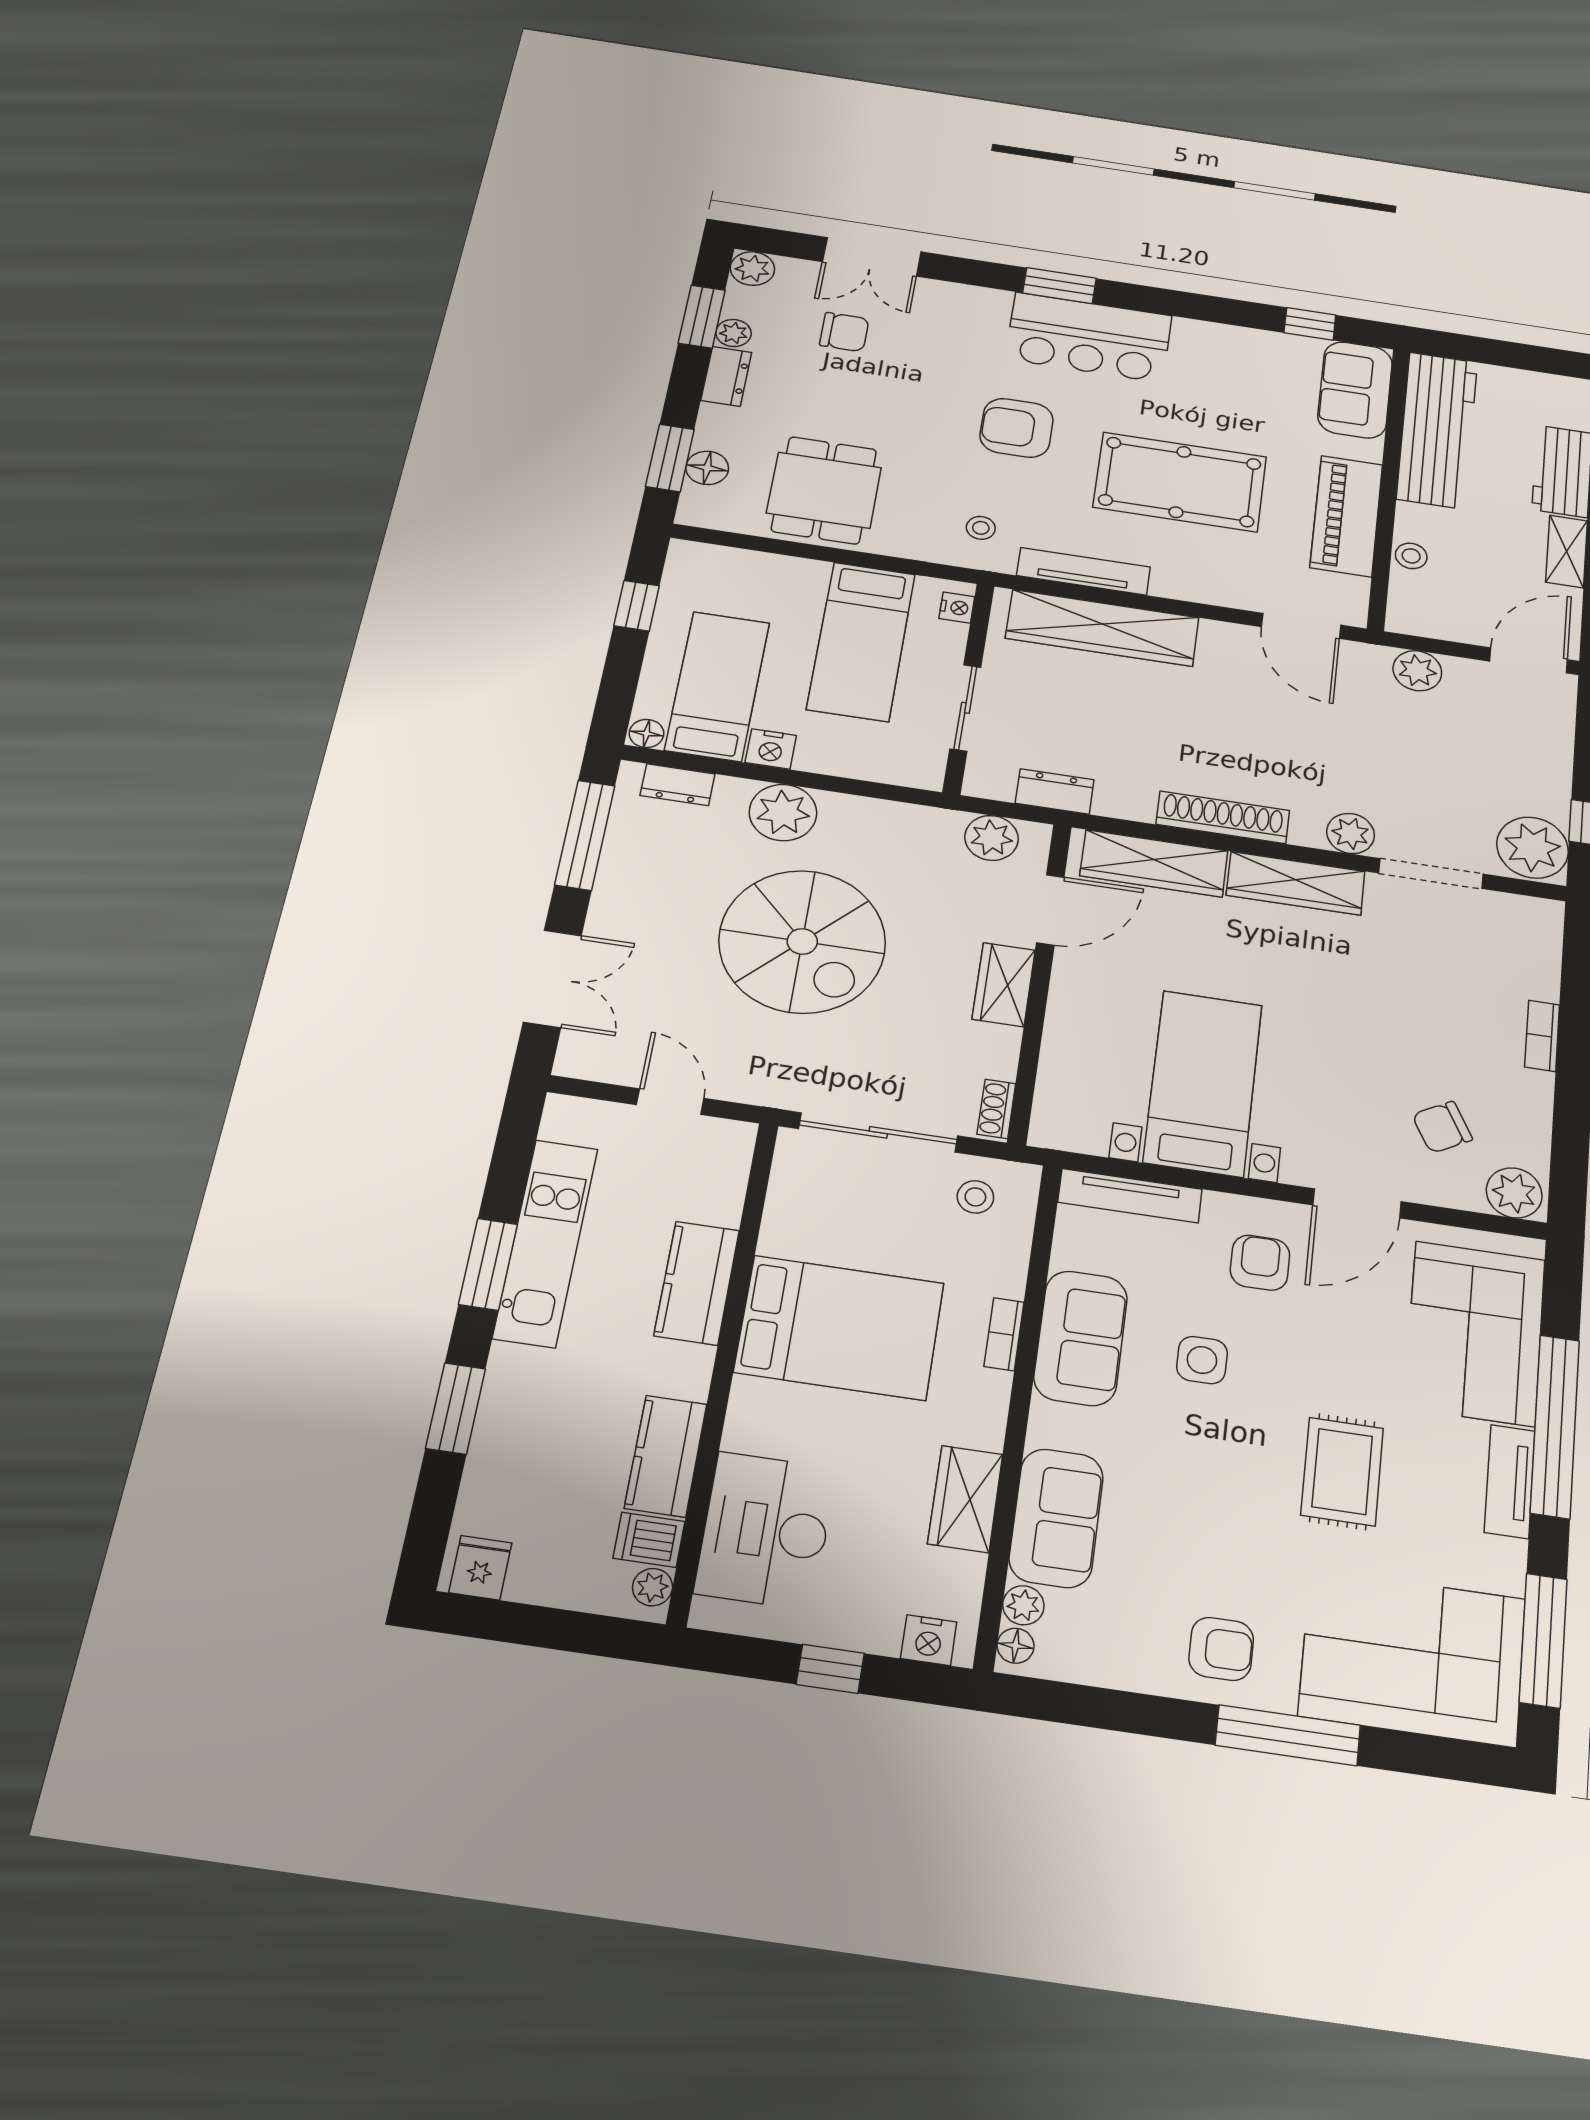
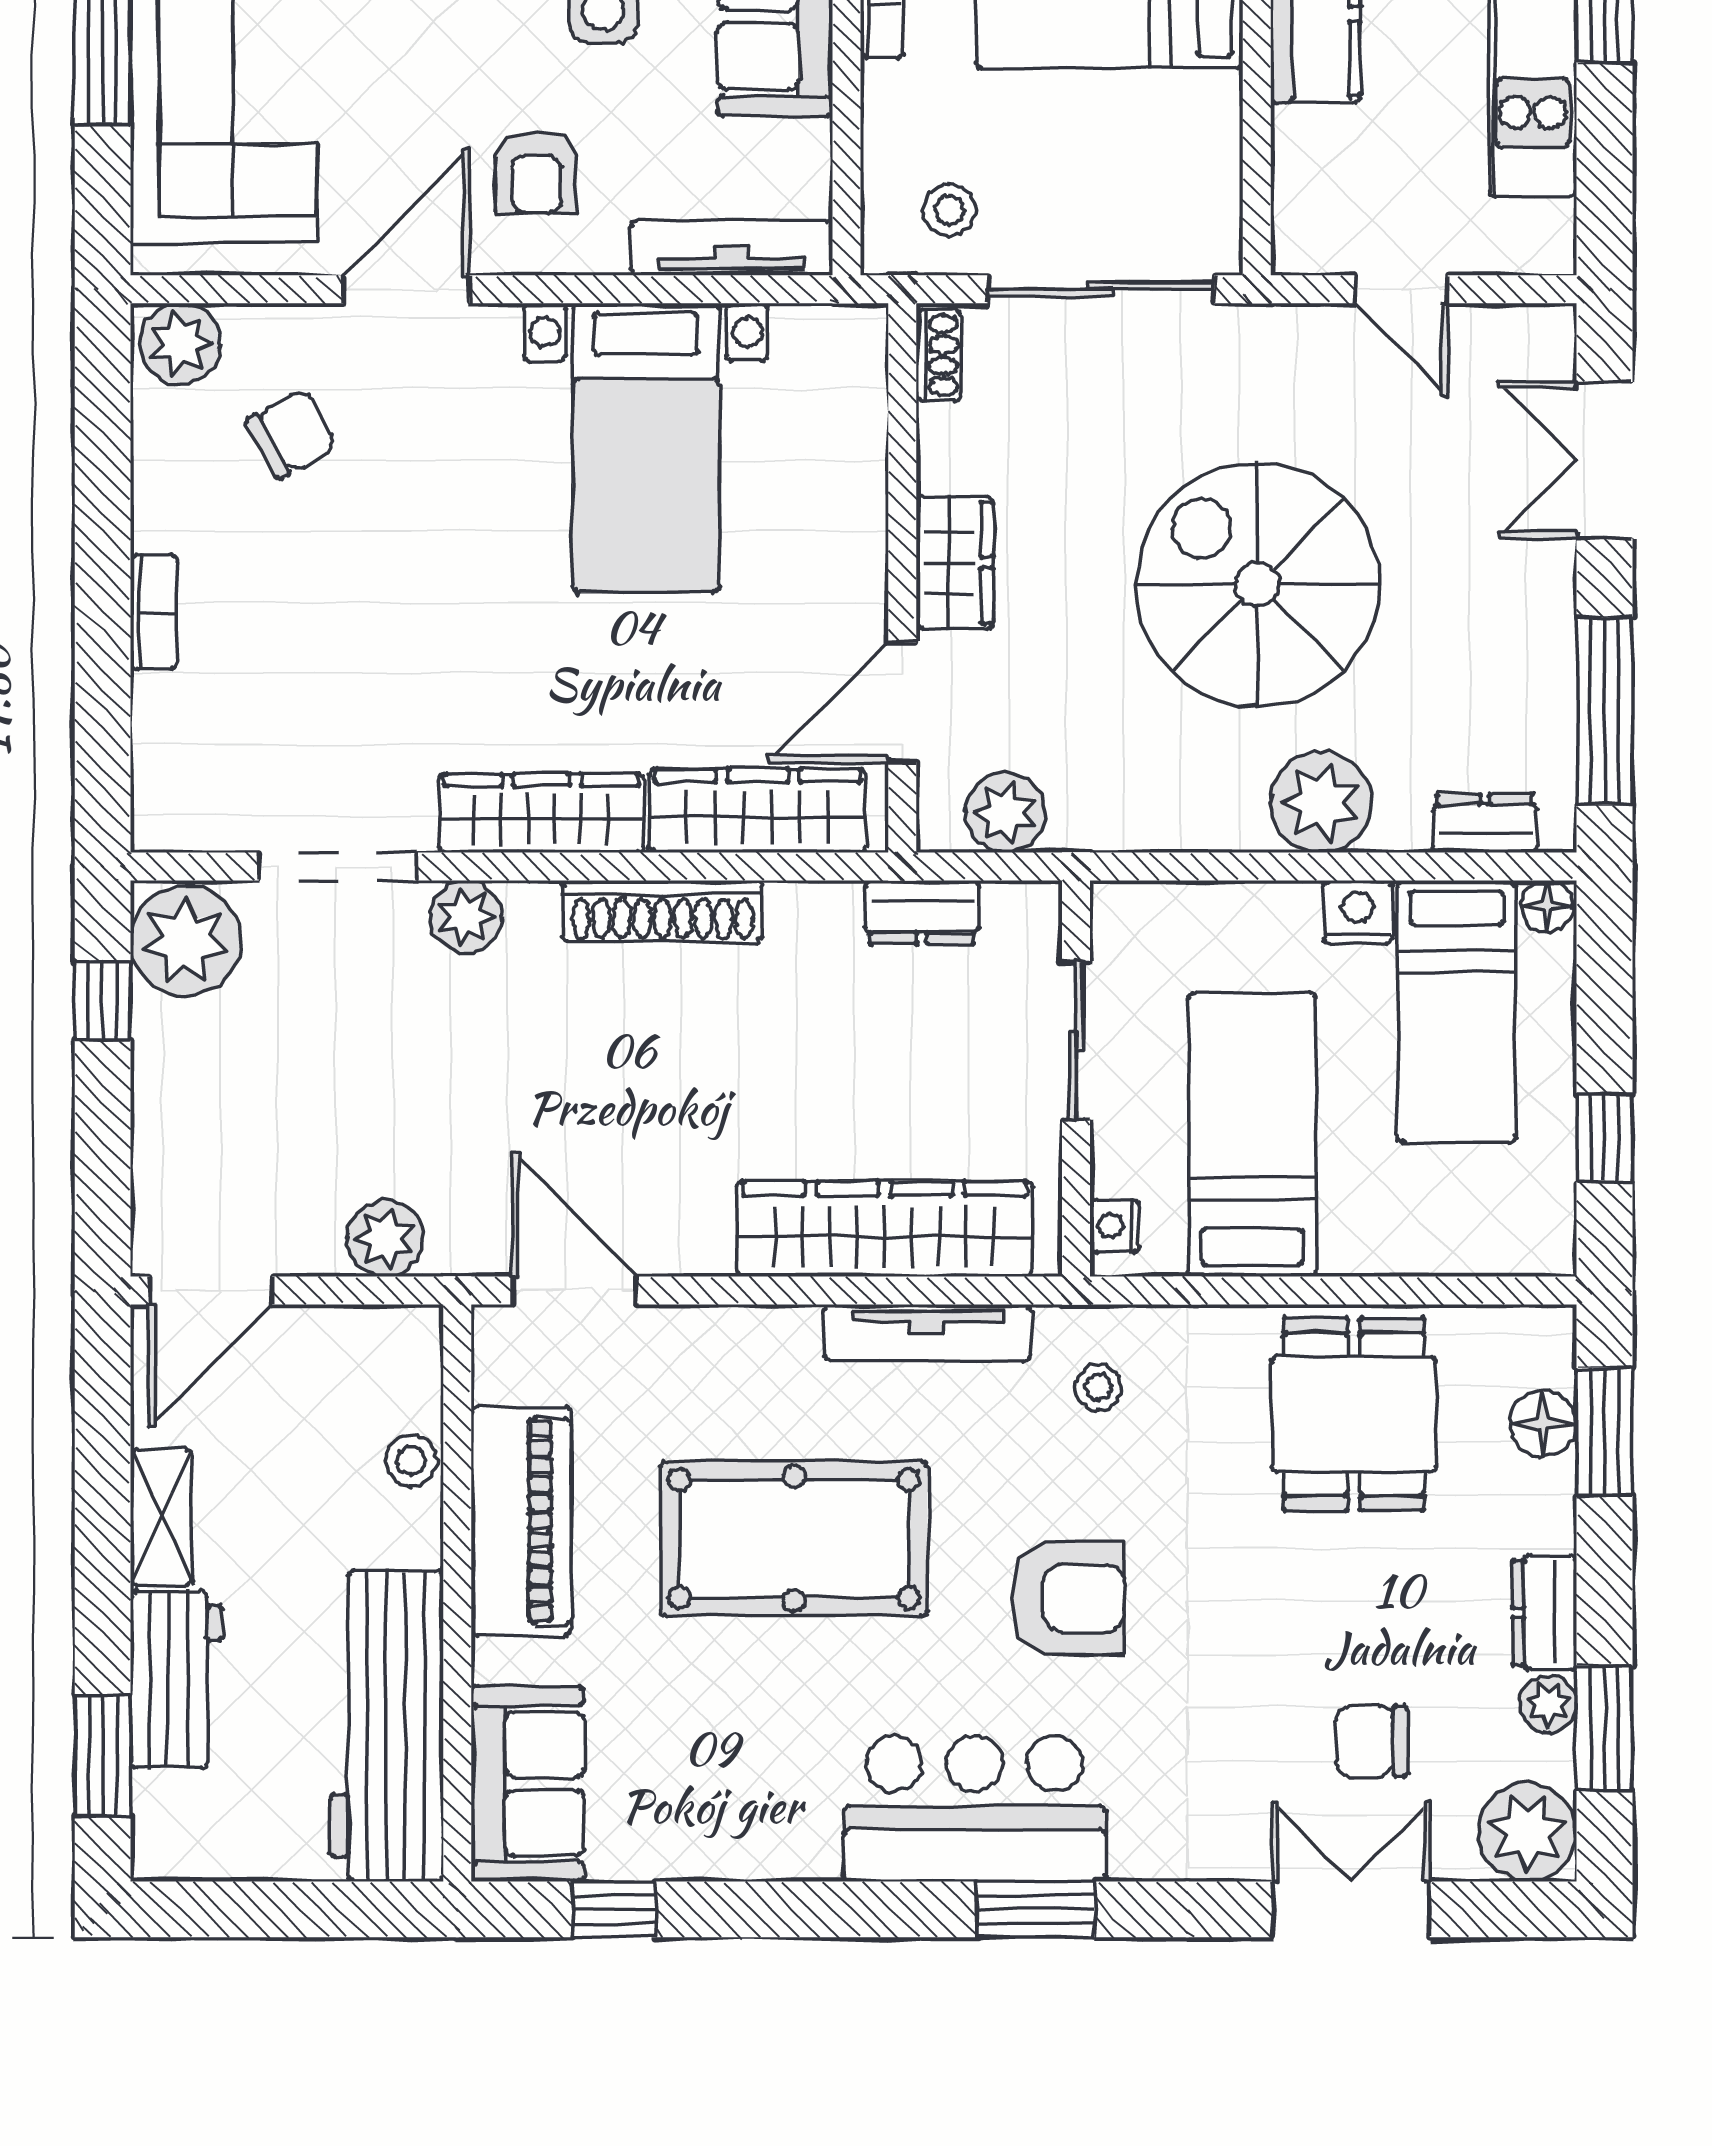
plant: (752, 269) -> (1527, 1832), width x1.36, depth x1.36

